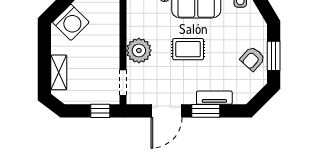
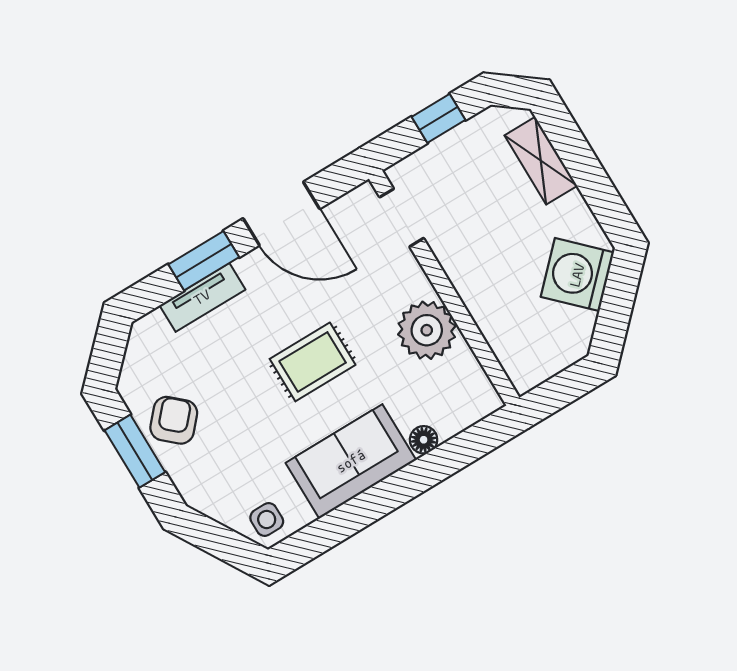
plant: (139, 50) -> (427, 330), moved
window: (100, 111) -> (439, 118), moved
door: (166, 111) -> (281, 214), swing flipped

